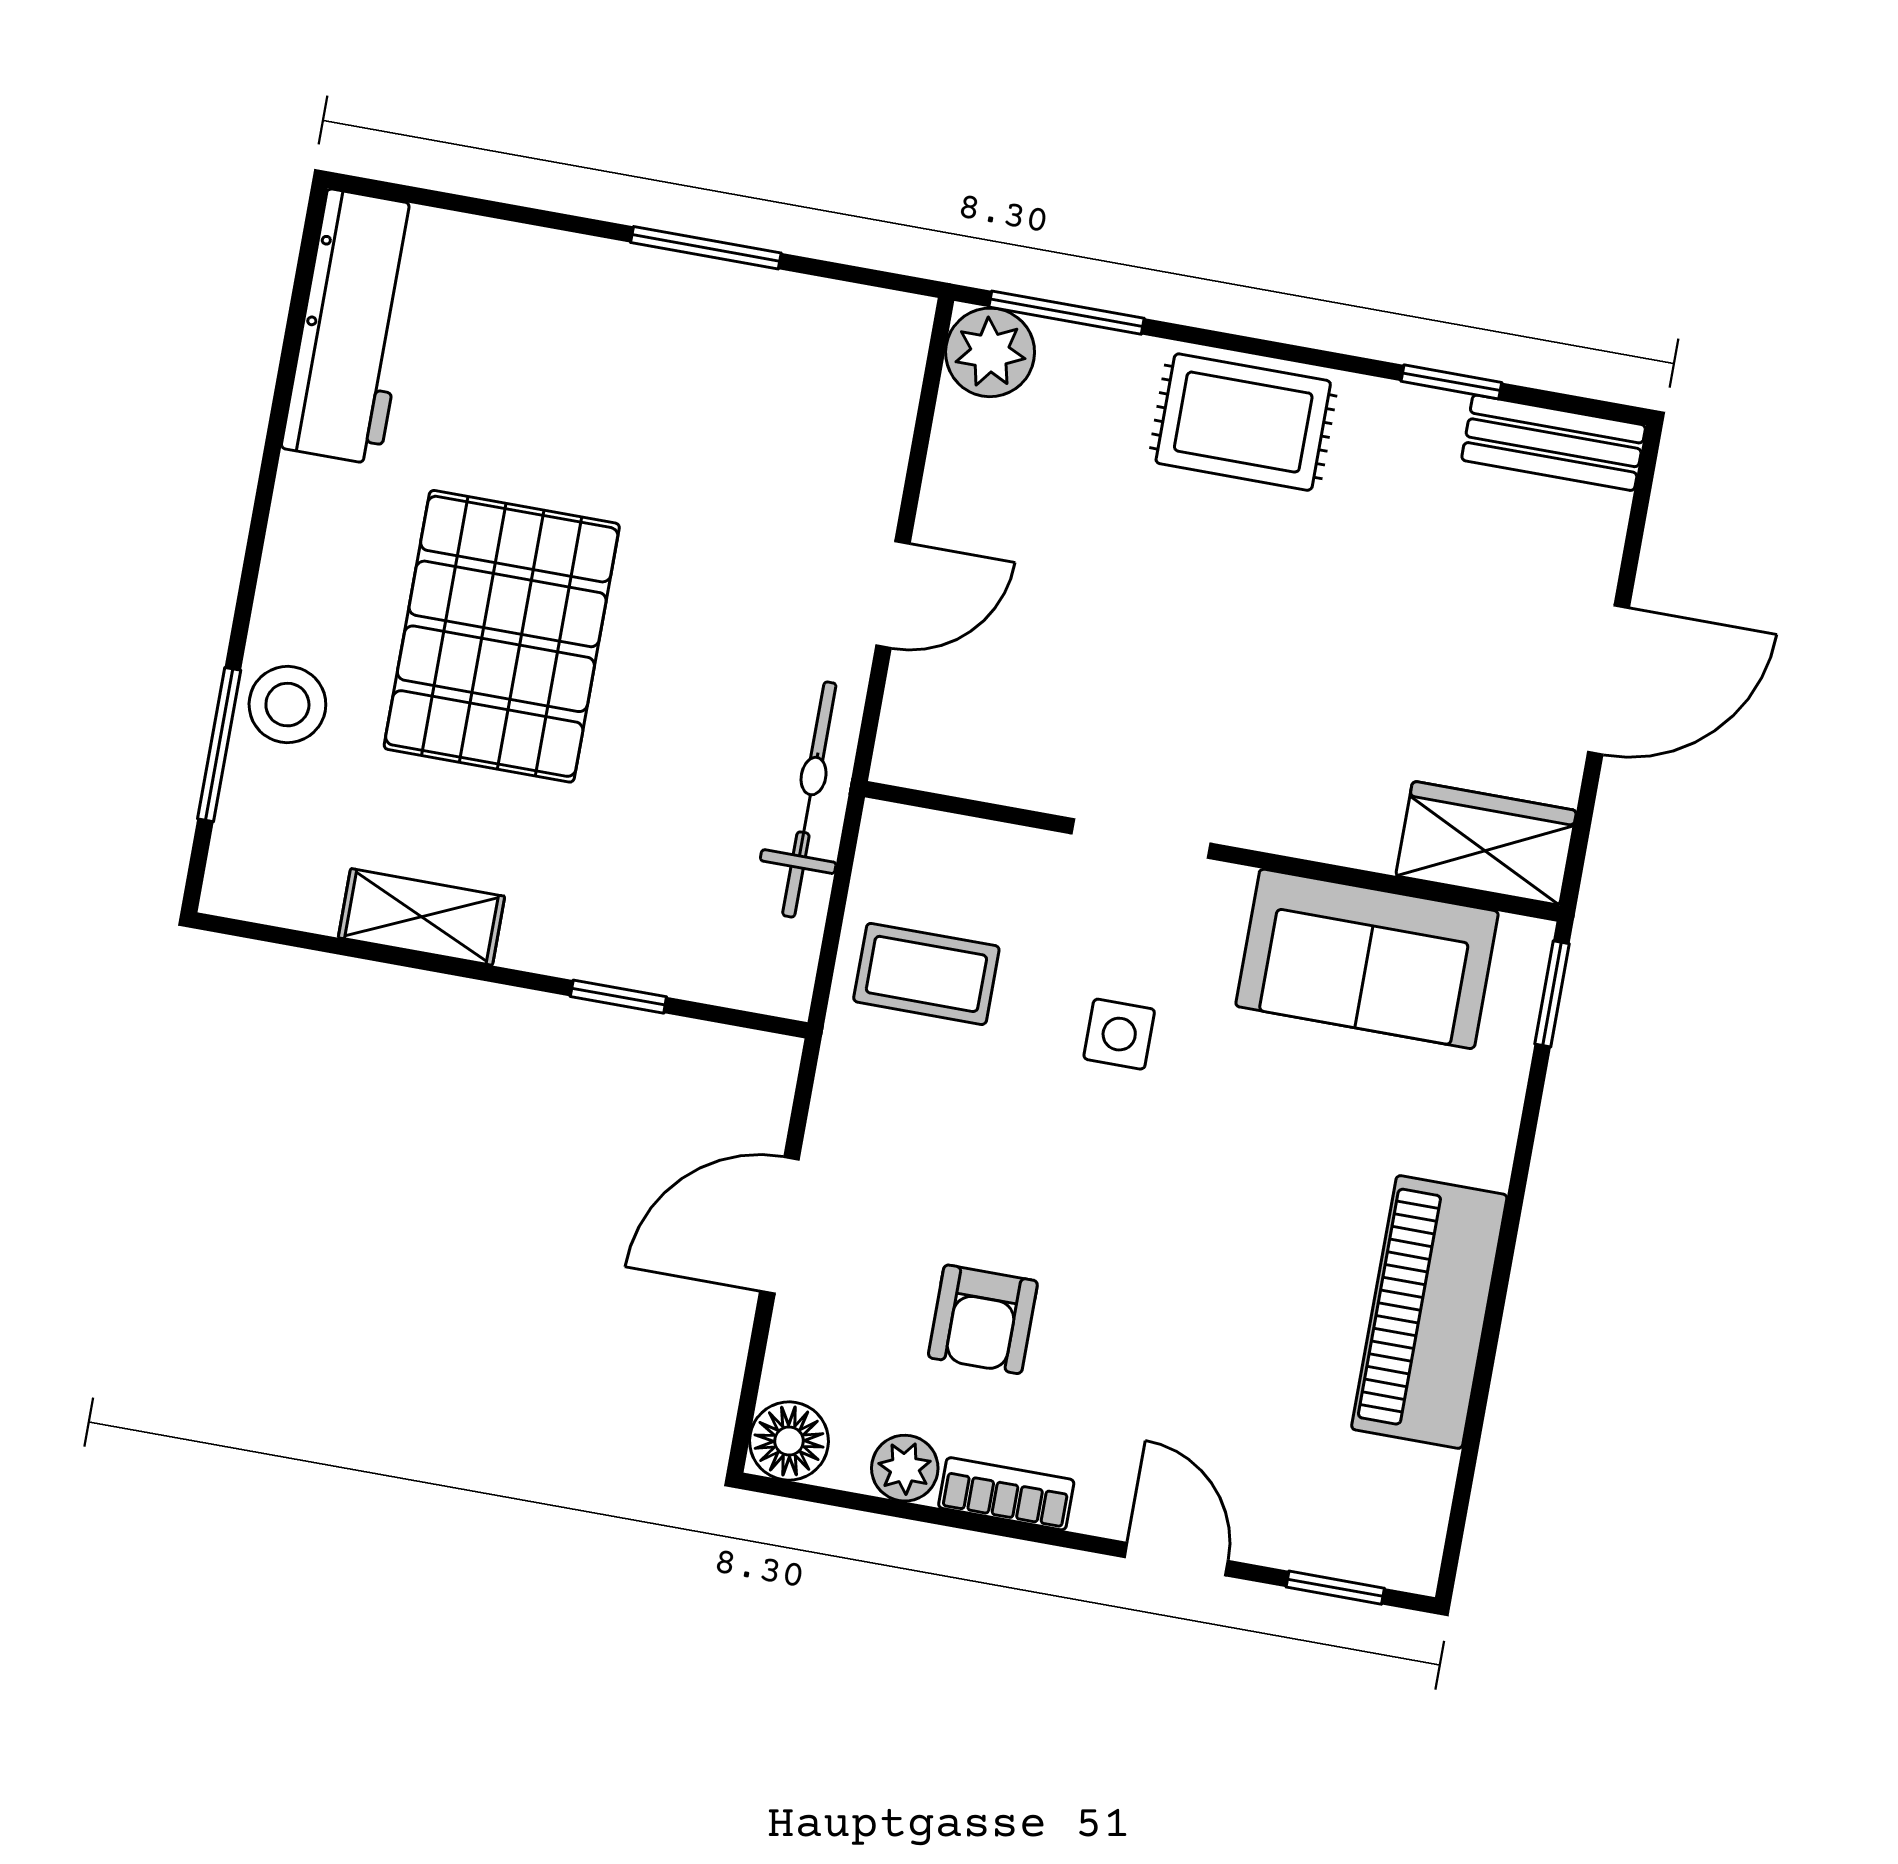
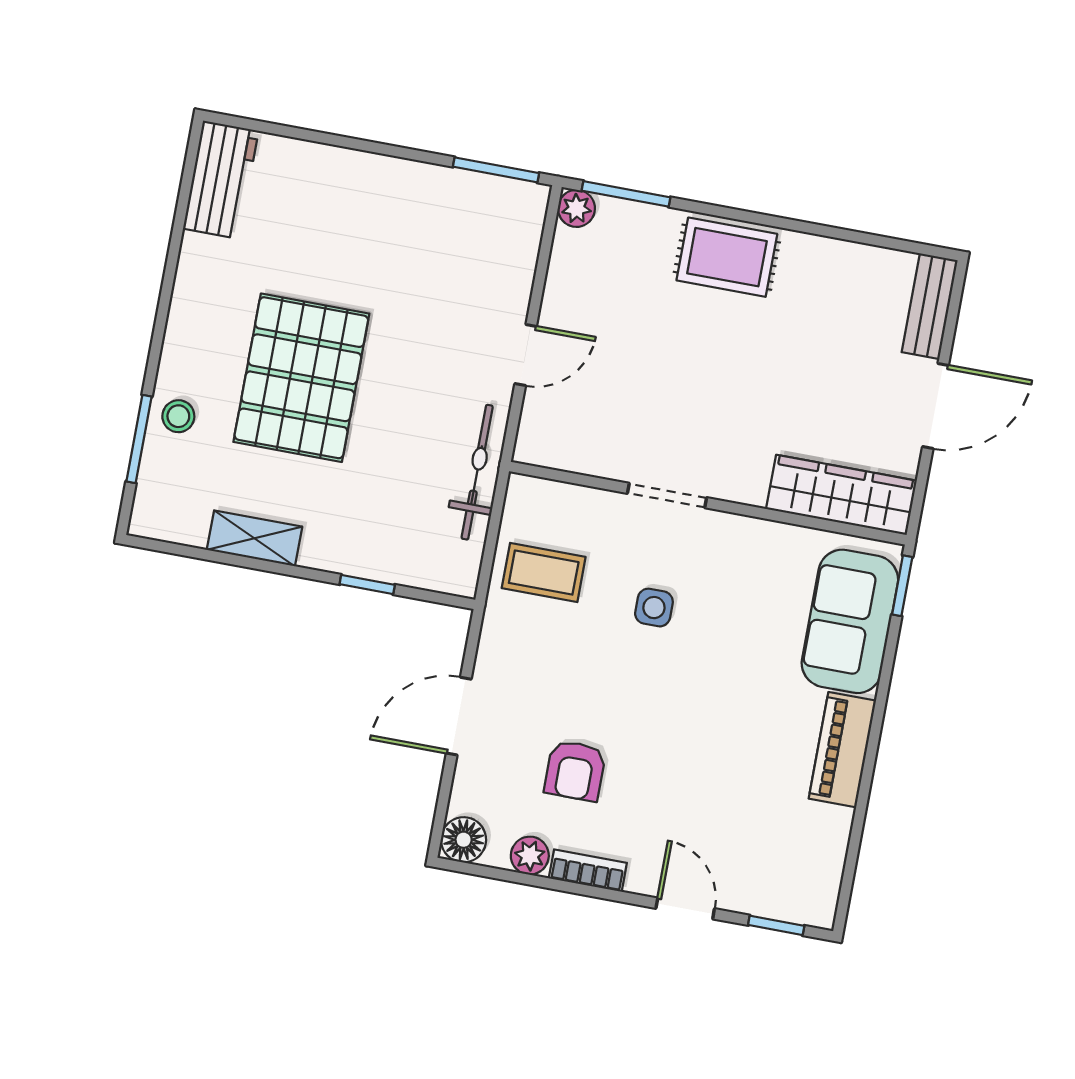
window: (706, 248) -> (496, 170), moved
workbench: (353, 327) -> (221, 180), width x0.73
plant: (990, 352) -> (576, 208), width x0.73, depth x0.73
window: (1451, 382) -> (846, 235), removed
bench: (1554, 443) -> (930, 306), moved, turned 90
stool: (287, 705) -> (178, 416), width x0.73, depth x0.73
wardrobe: (1486, 843) -> (841, 495), width x1.50
sofa: (1367, 959) -> (850, 621), moved, turned 90
piano: (1429, 1312) -> (842, 750), width x0.73, depth x0.75

